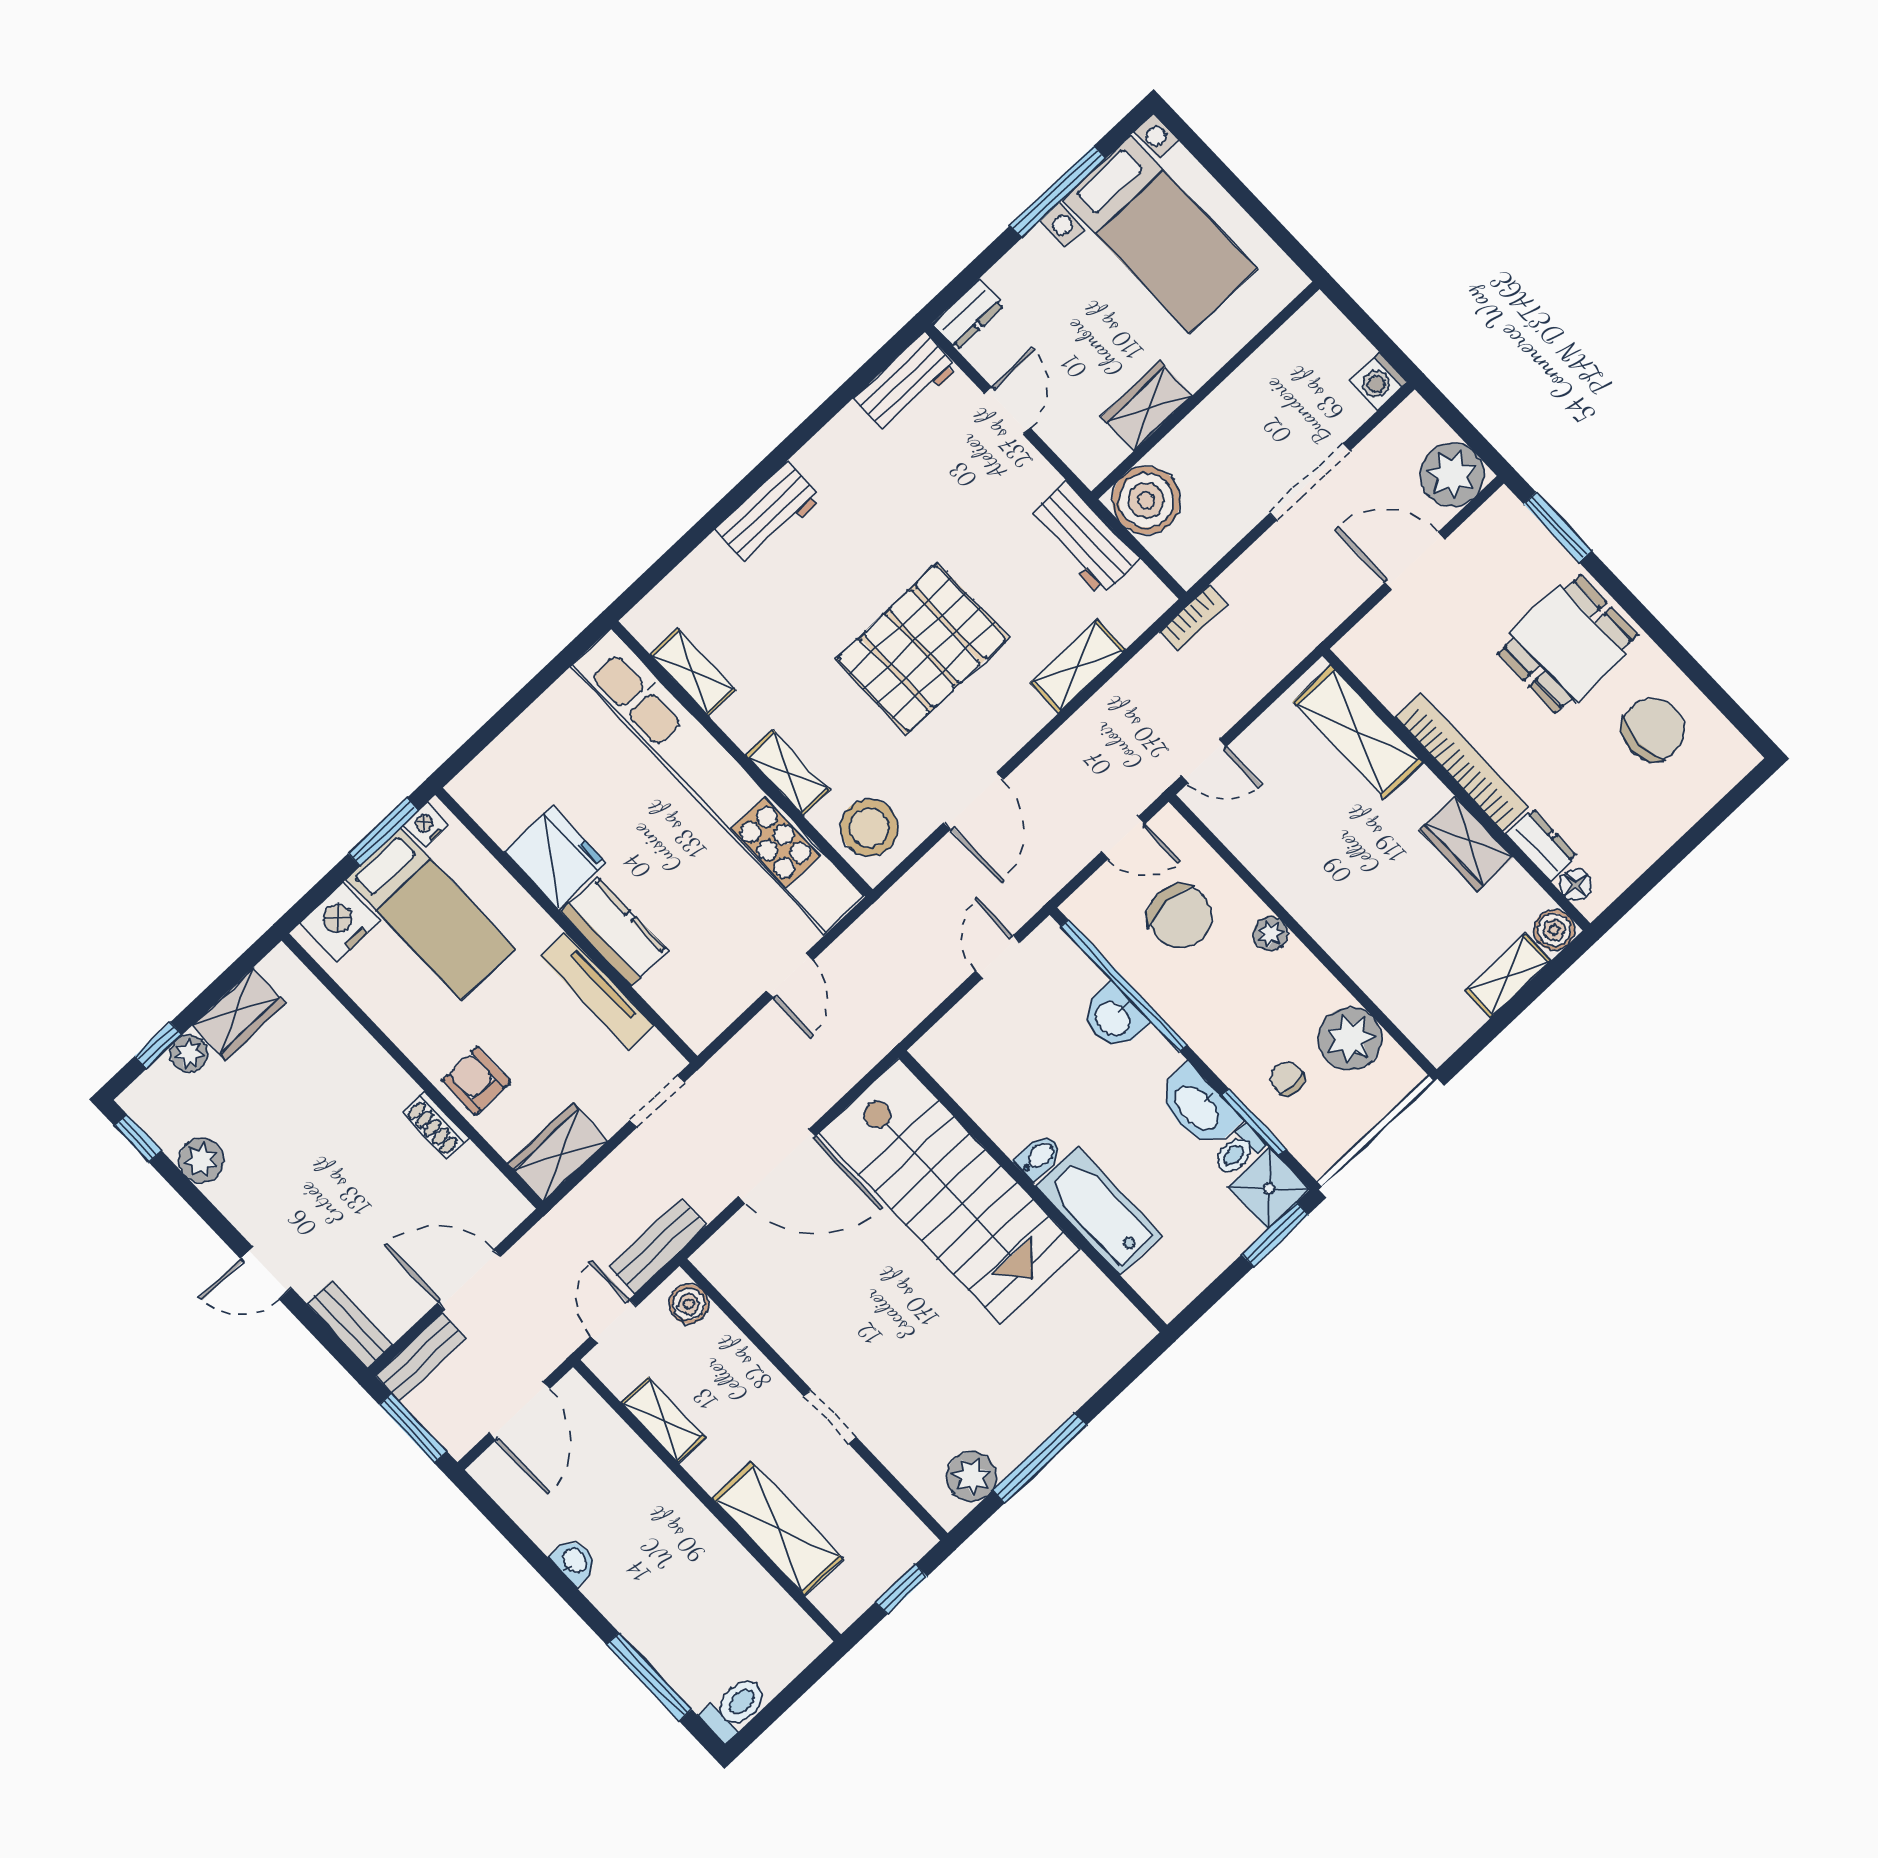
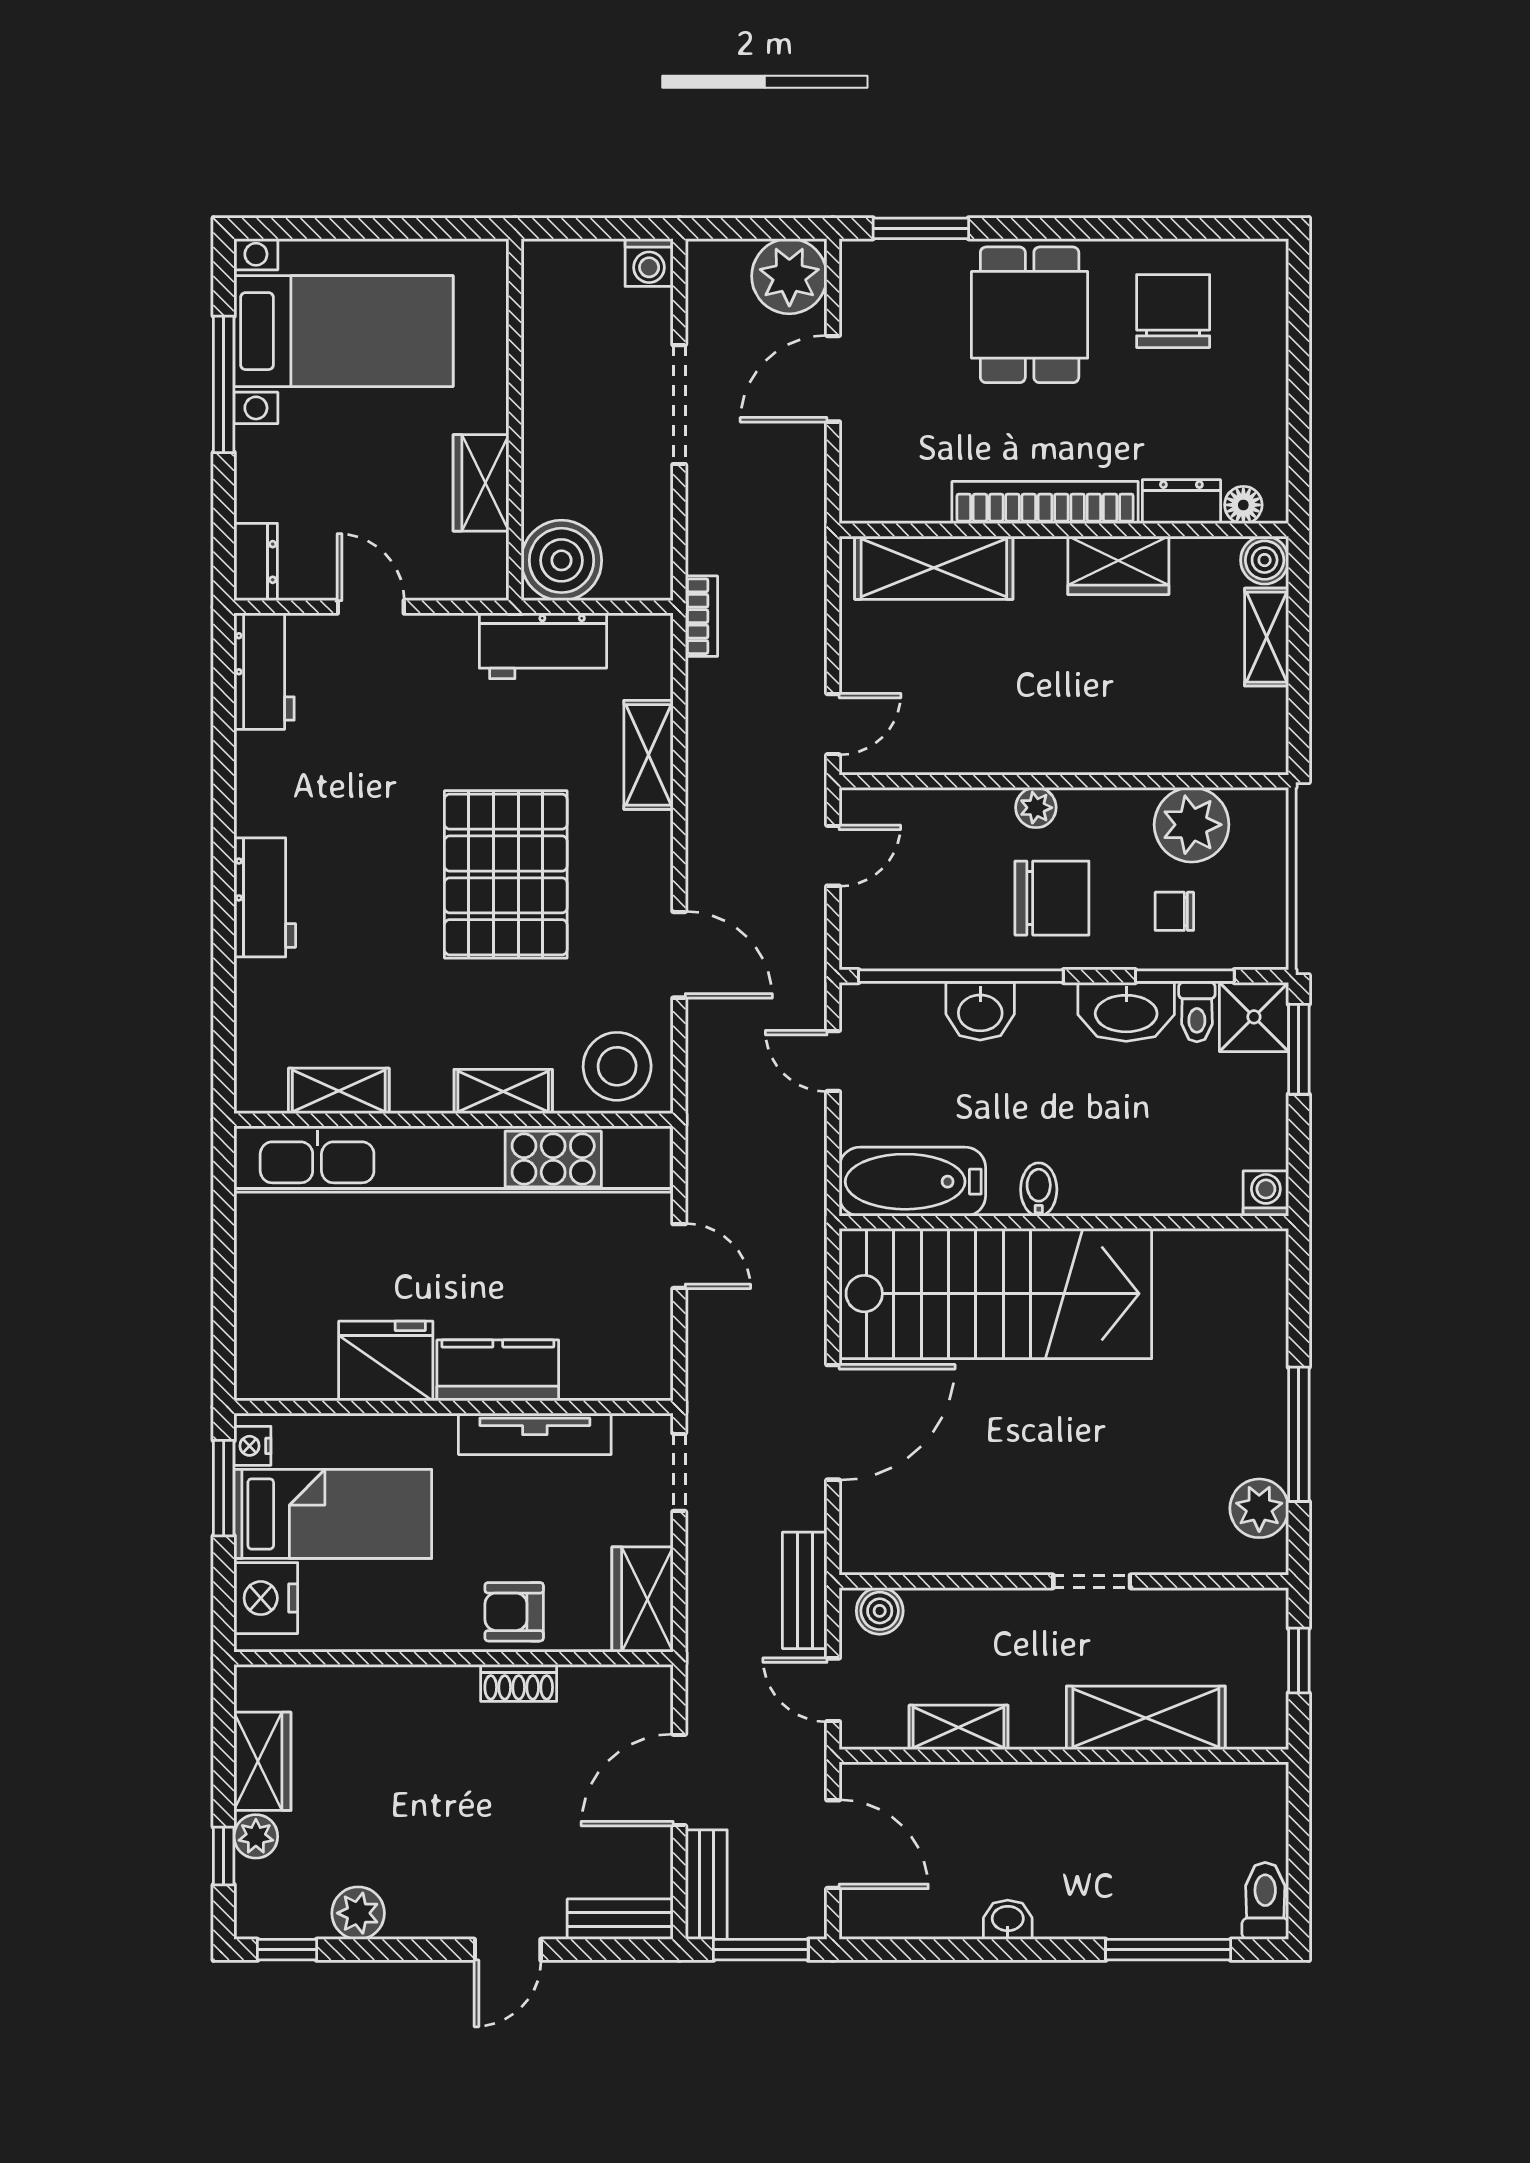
chair: (1180, 916) -> (1052, 898), moved
bathtub: (1099, 1211) -> (912, 1182), moved
washing machine: (1168, 1298) -> (1266, 1193), added

